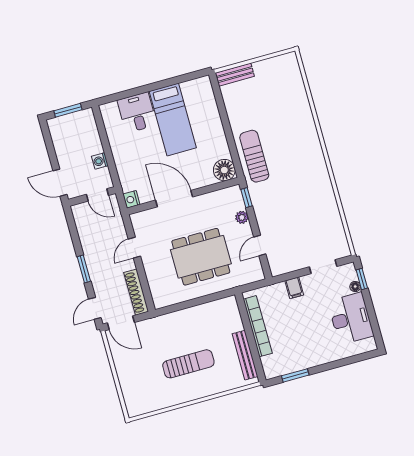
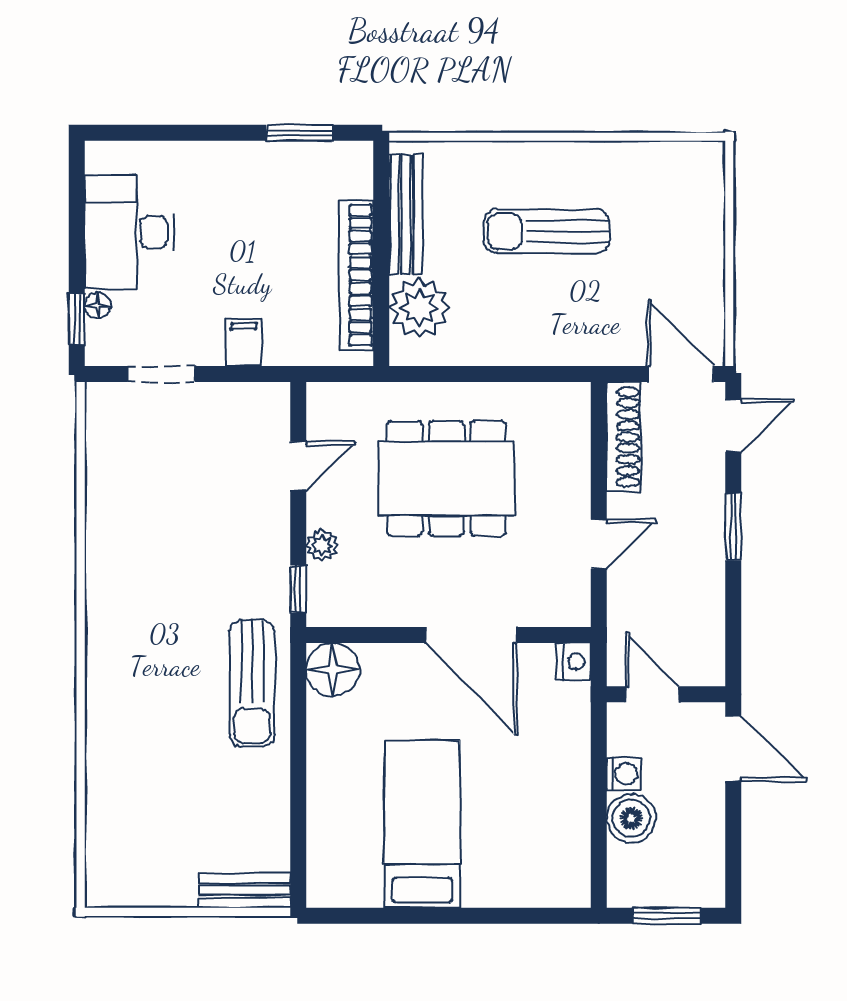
desk: (137, 113) -> (503, 865), removed
boiler: (92, 144) -> (631, 818), added
plant: (230, 320) -> (419, 308), added

